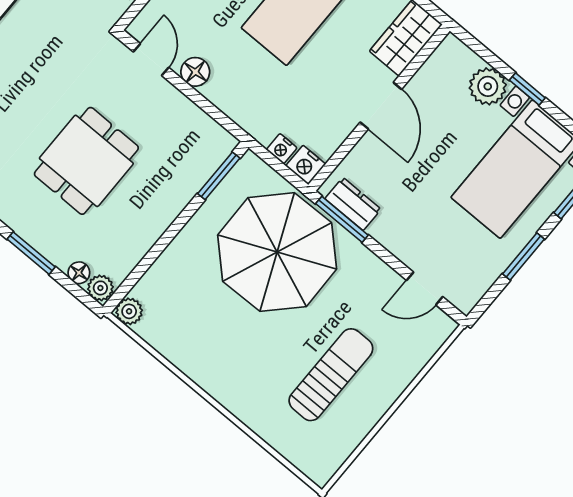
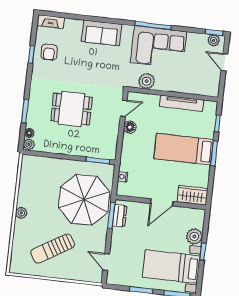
nightstand: (306, 165) -> (122, 189), removed
plant: (129, 311) -> (21, 213), moved
sun lounger: (331, 375) -> (53, 249), turned 149

